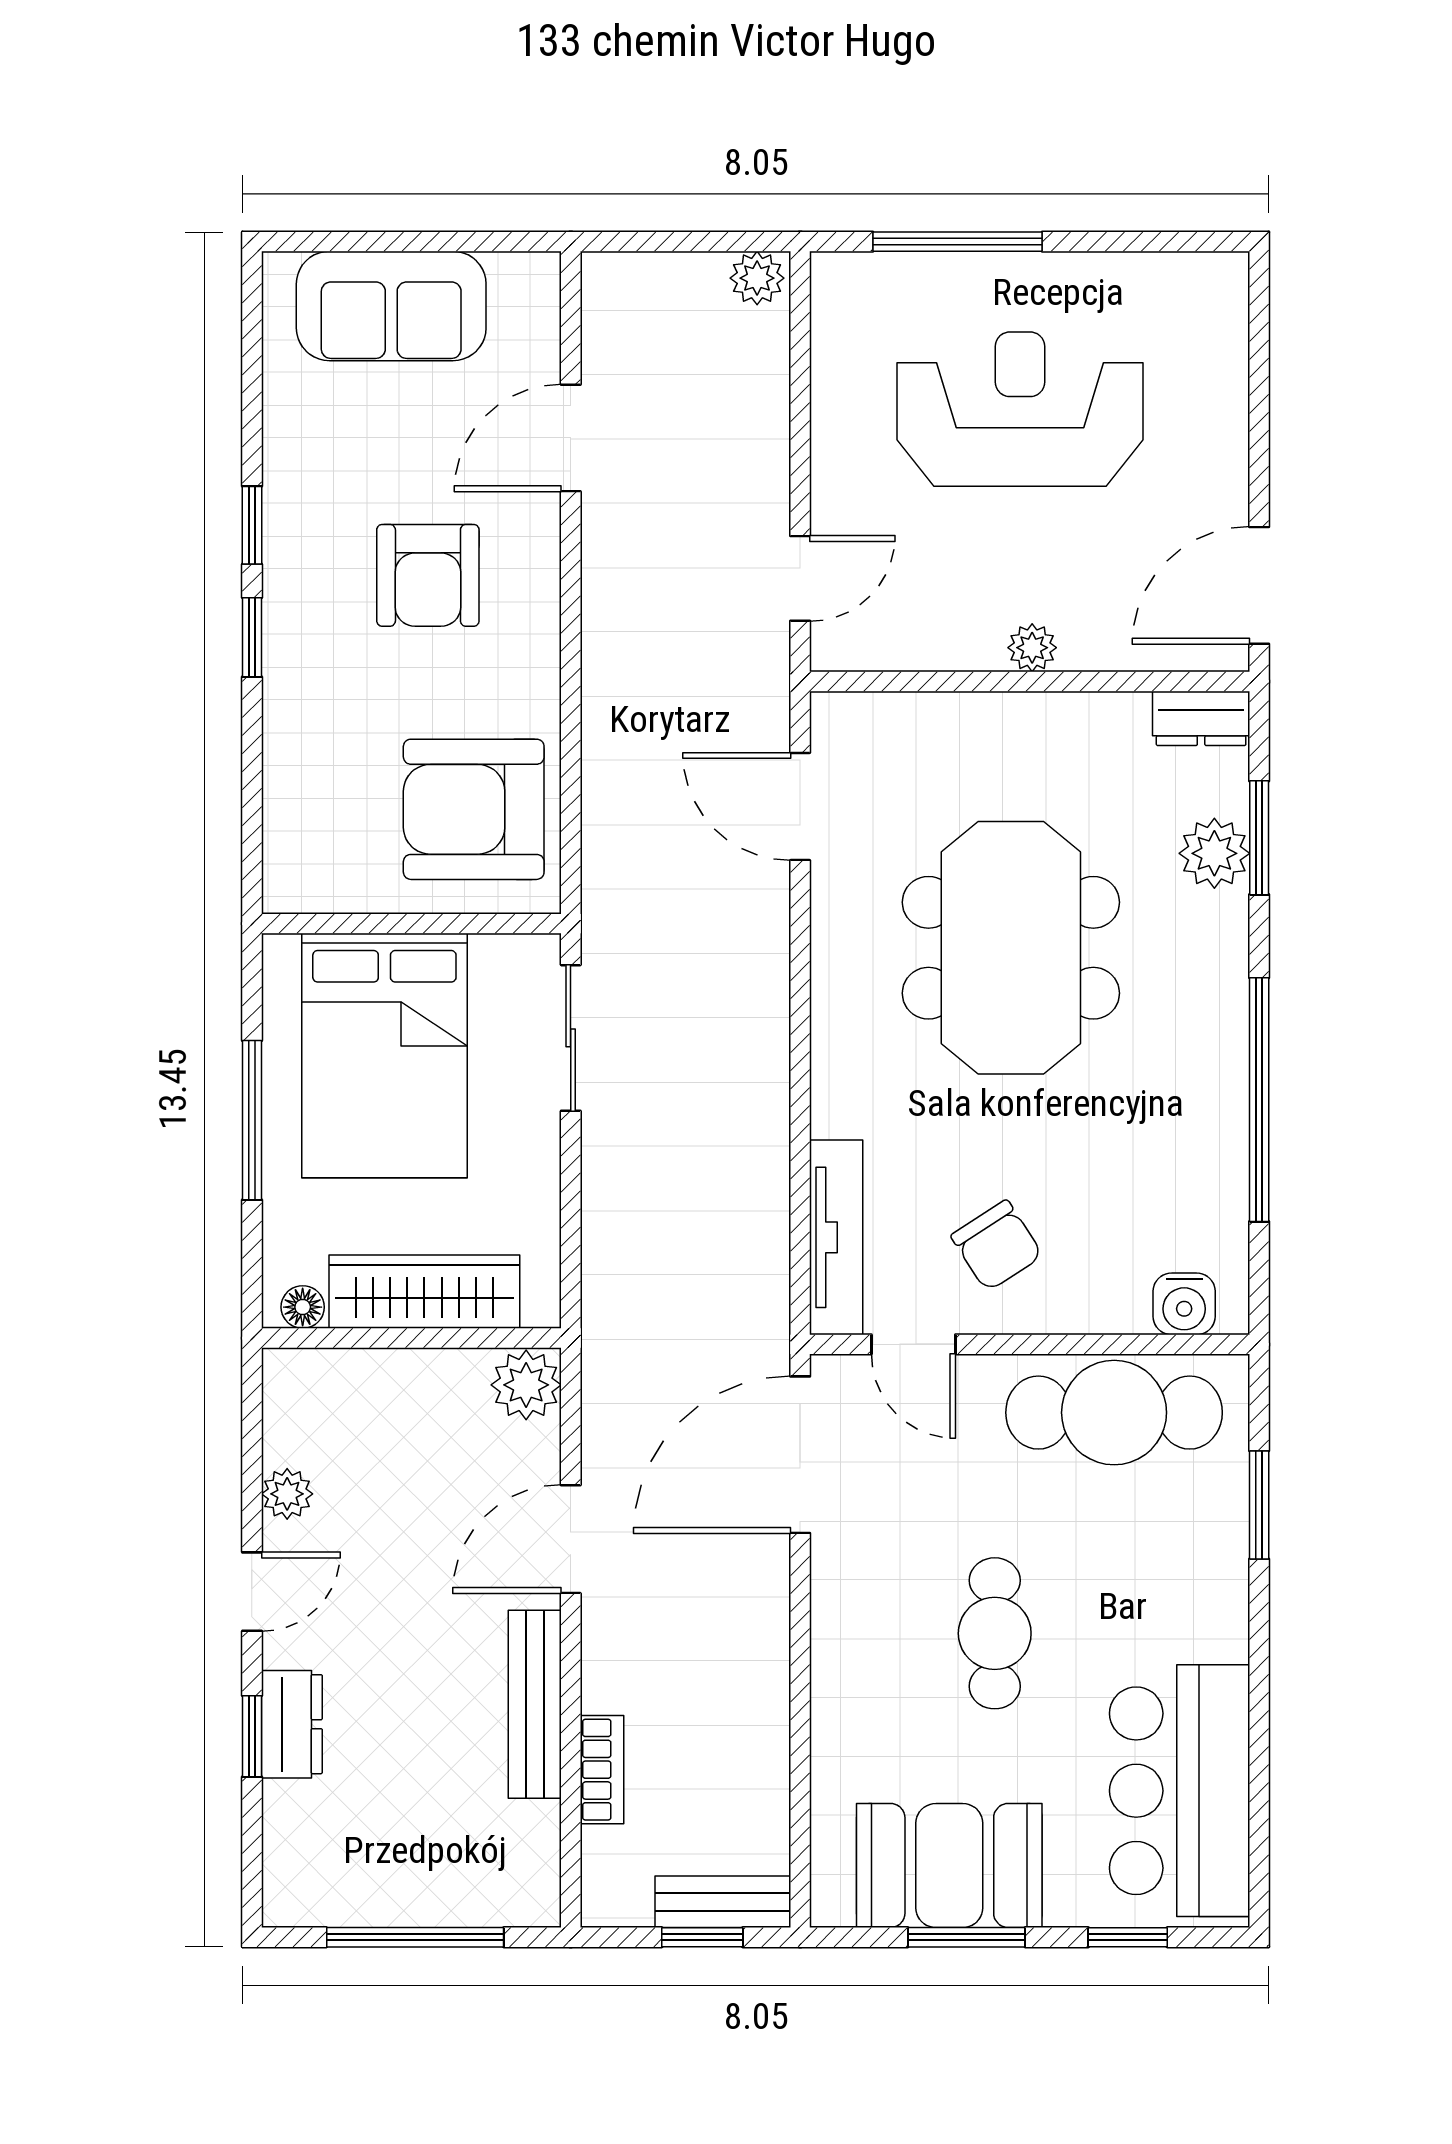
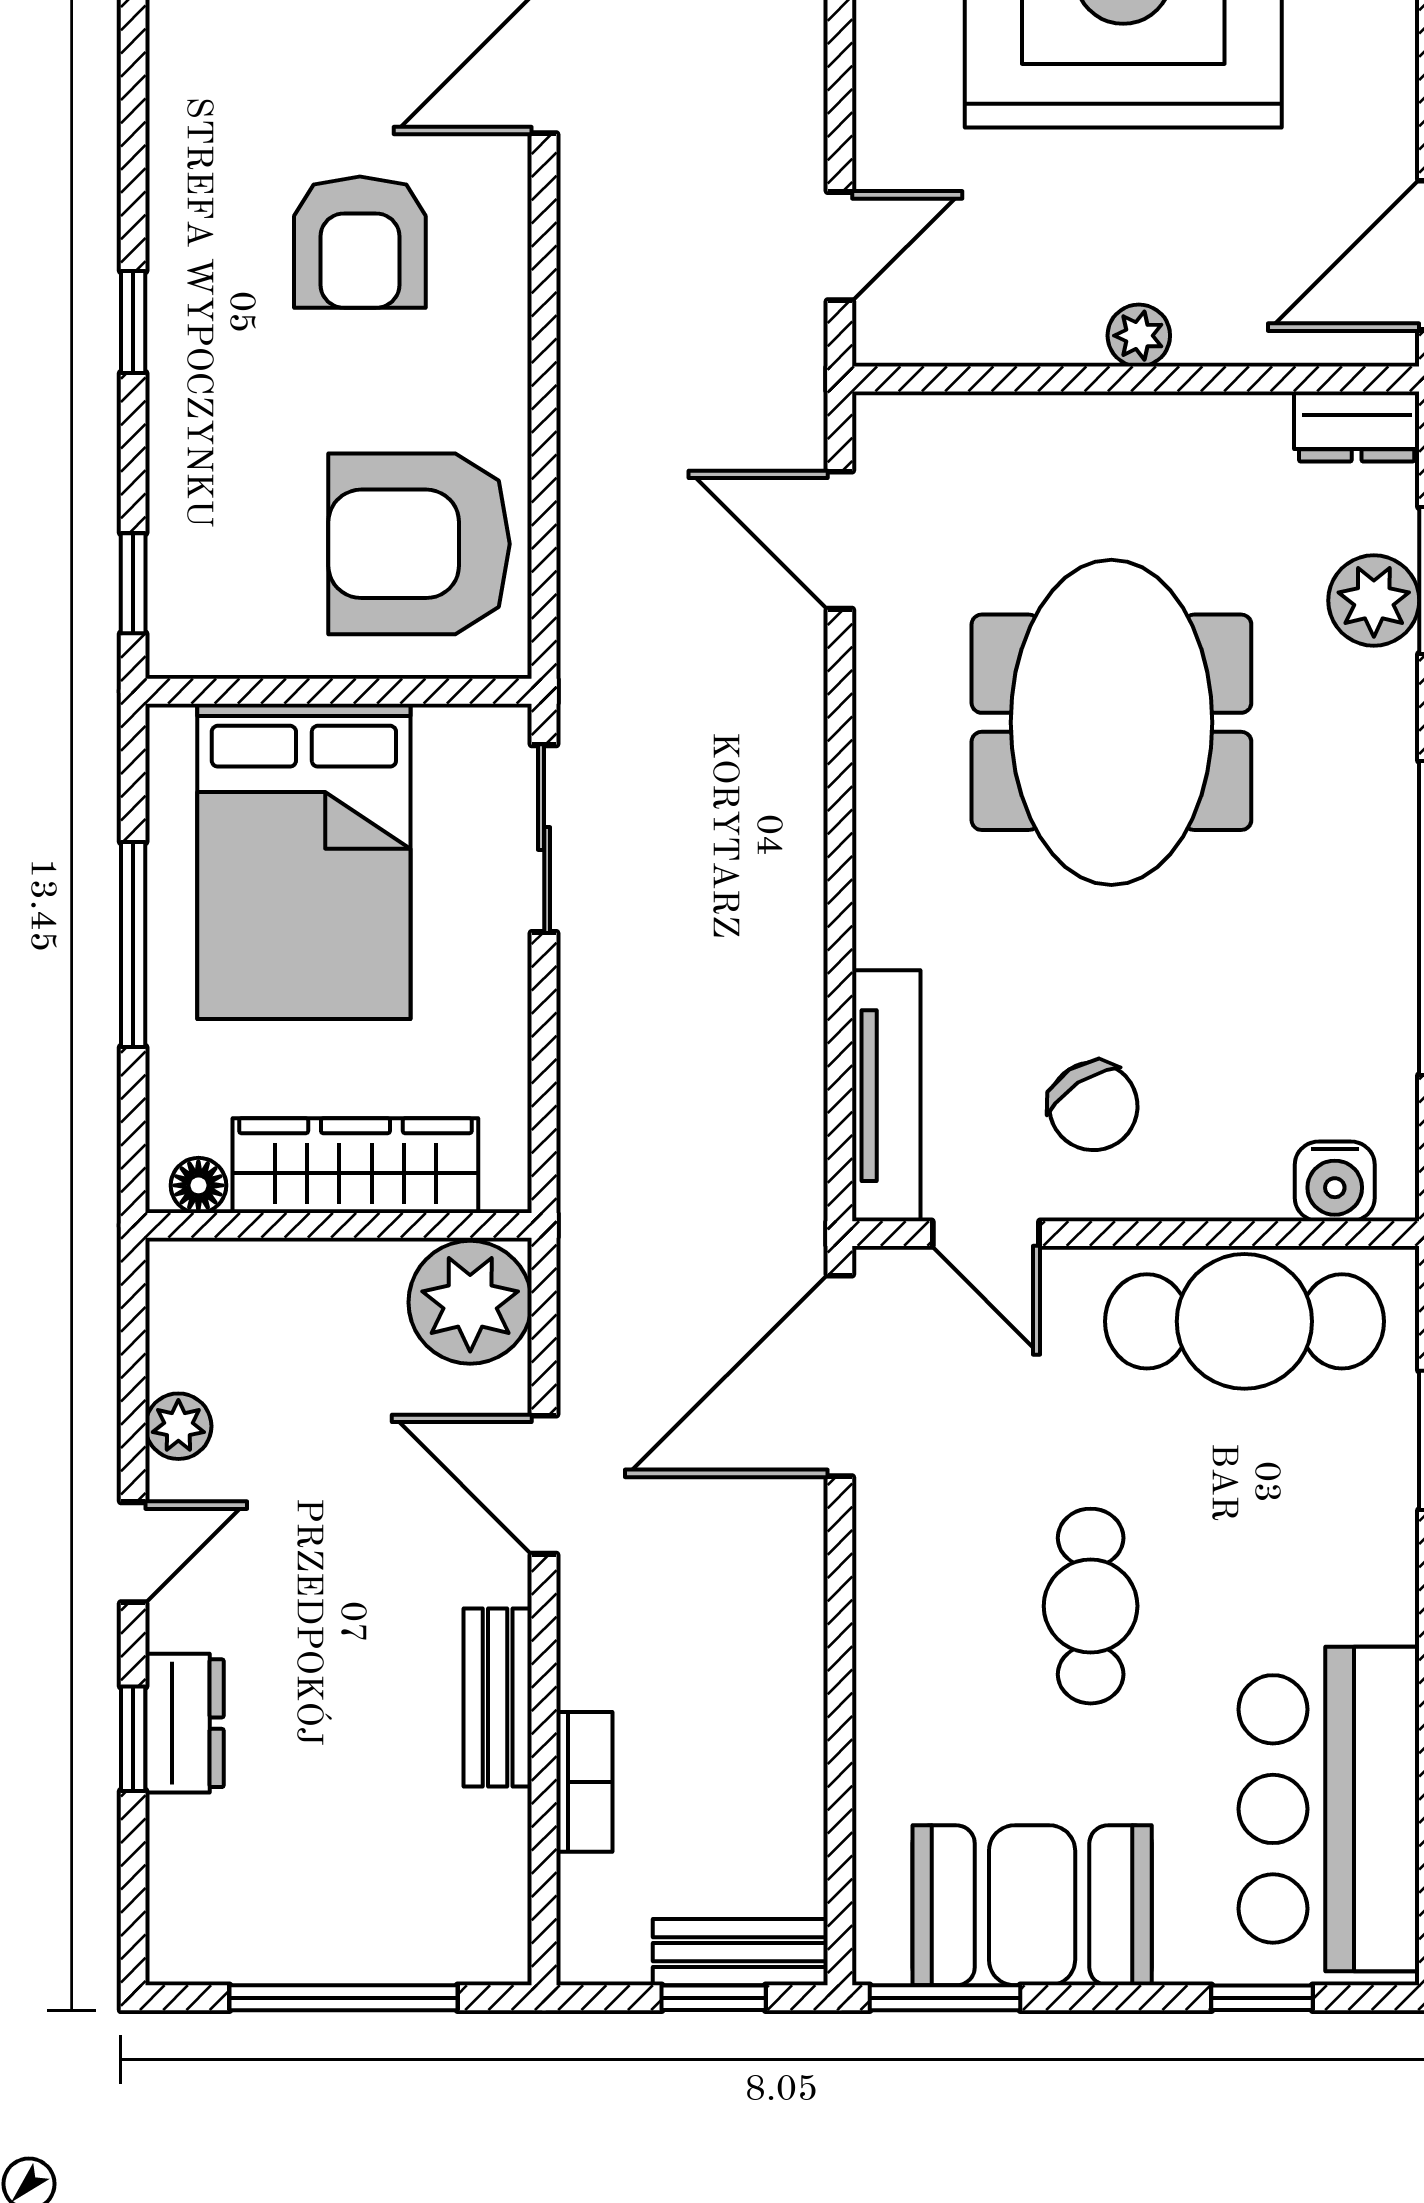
window: (252, 525) -> (133, 583), moved
plant: (526, 1385) -> (470, 1302), width x1.36, depth x1.36
door: (571, 1539) -> (544, 1485), hinge flipped
bench: (535, 1704) -> (498, 1697), width x0.73
window: (967, 1937) -> (945, 1998), moved

